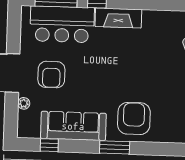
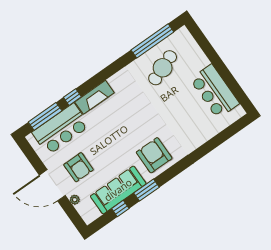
window: (49, 145) -> (120, 209), moved
window: (115, 147) -> (147, 190), moved

